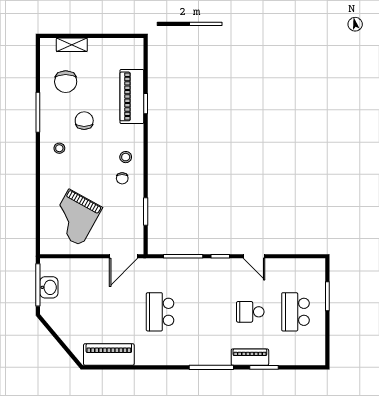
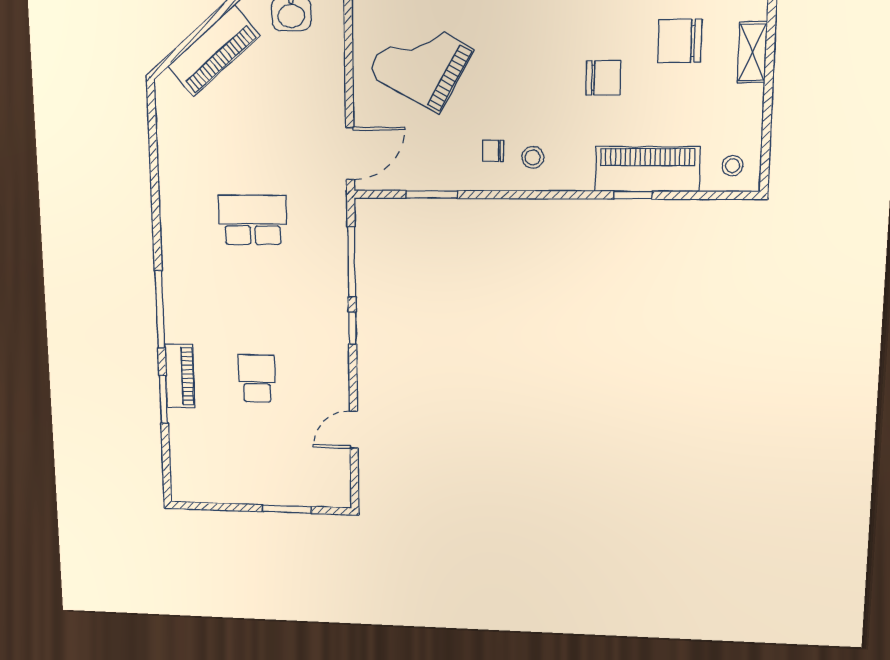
stool: (59, 148) -> (733, 166), moved
door: (124, 256) -> (350, 154), swing flipped
door: (254, 256) -> (354, 430), moved
school desk: (295, 312) -> (259, 455), removed
piano: (109, 354) -> (214, 51), moved, turned 50

